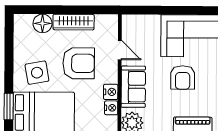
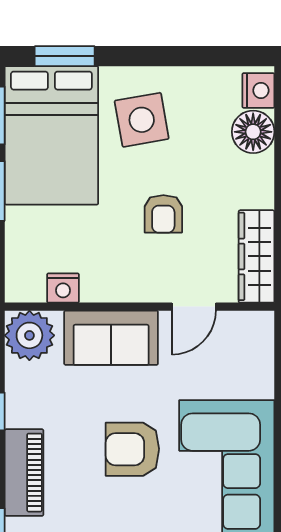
wardrobe: (74, 22) -> (257, 256), moved
armchair: (79, 63) -> (163, 214), width x0.53, depth x0.53
nightstand: (111, 92) -> (258, 90), moved, turned -90

